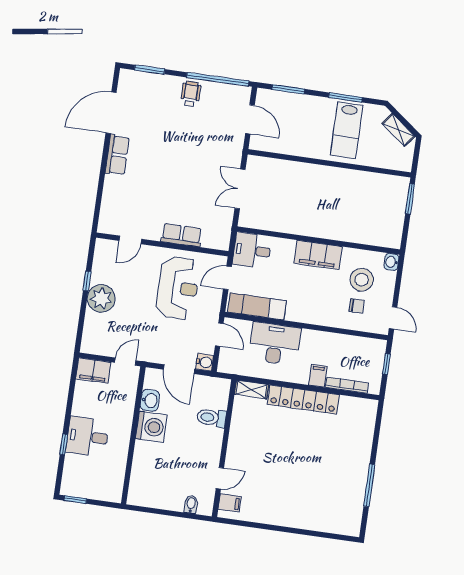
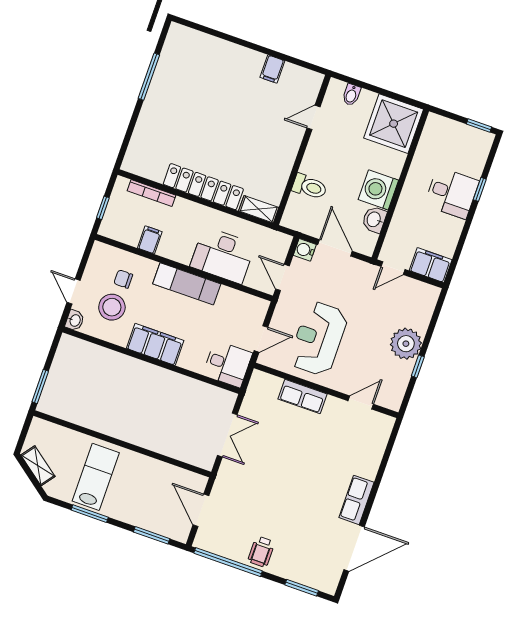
exam couch: (257, 306) -> (187, 284), moved
door: (393, 318) -> (74, 291), moved
filing cabinet: (318, 376) -> (150, 240), moved, turned 180
shower: (150, 487) -> (394, 124), added
filing cabinet: (230, 503) -> (272, 69), moved, turned -90

